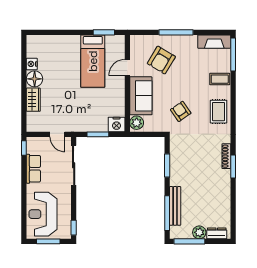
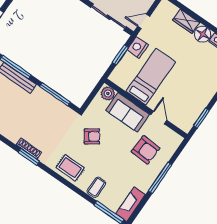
armchair: (161, 60) -> (146, 150), turned 152
bed: (93, 61) -> (151, 77), moved, turned 90
nightstand: (117, 124) -> (138, 47), moved
window: (167, 165) -> (55, 94), width x1.44
window: (233, 166) -> (29, 157), moved

